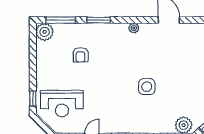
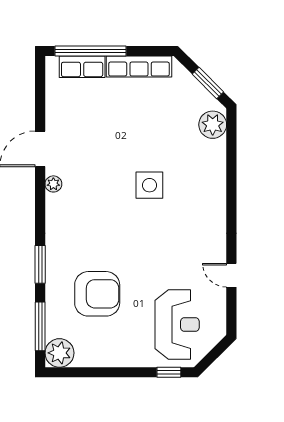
plant: (134, 28) -> (53, 184), moved
armchair: (81, 55) -> (97, 294), width x1.88, depth x1.88

